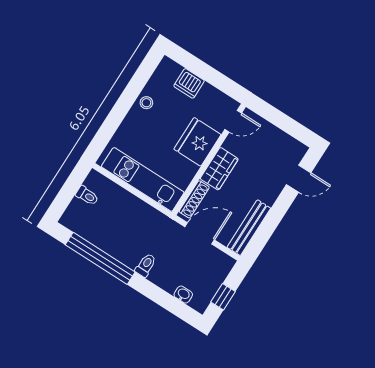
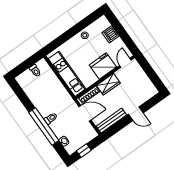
door: (233, 121) -> (125, 63), swing flipped
door: (299, 179) -> (136, 114), moved
window: (100, 258) -> (44, 127), moved

